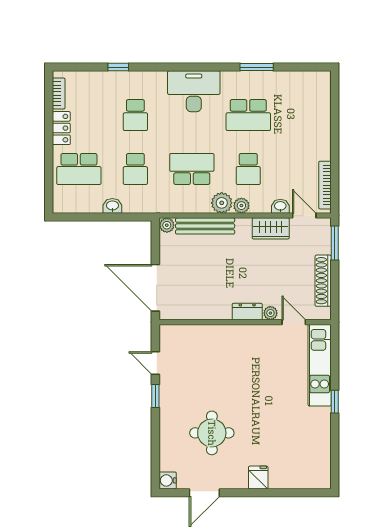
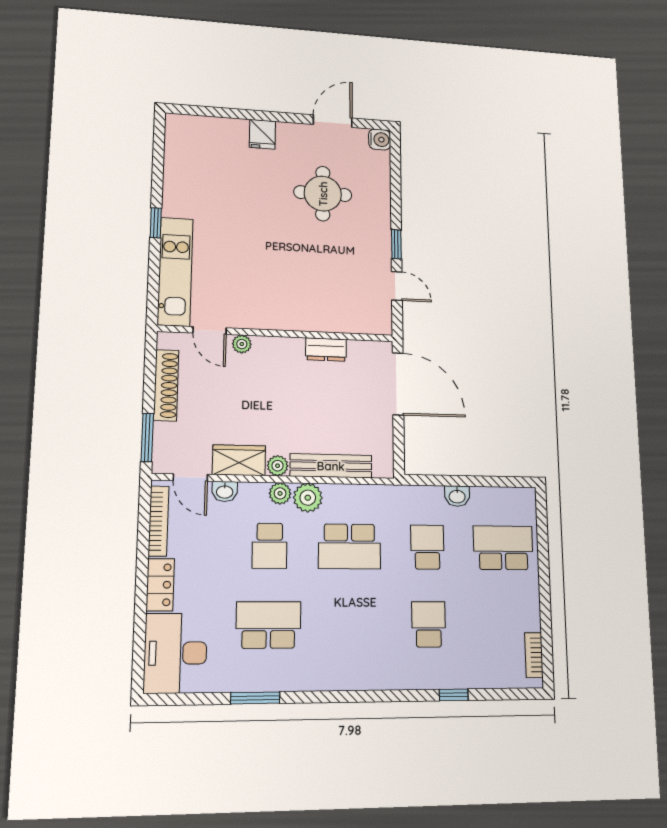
desk: (194, 91) -> (175, 653), moved, turned 90
locker: (61, 128) -> (160, 585), moved, turned 180
school desk: (248, 169) -> (270, 546), turned 180
plant: (167, 225) -> (278, 466), moved
dresser: (247, 312) -> (326, 350), moved

